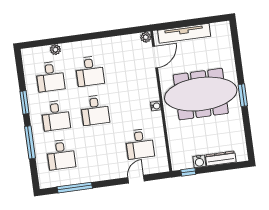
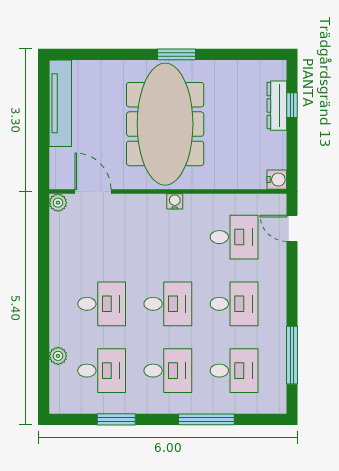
tv unit: (184, 33) -> (60, 103), moved
window: (24, 102) -> (116, 419), moved
desk: (100, 149) -> (234, 304), added
water cooler: (199, 161) -> (277, 180), moved
window: (188, 172) -> (292, 105), moved
door: (136, 179) -> (292, 228), moved

